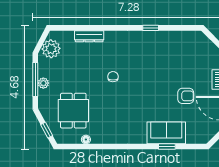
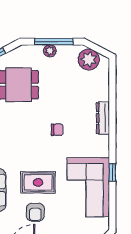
dresser: (89, 36) -> (103, 118), moved
corner sofa: (164, 49) -> (88, 187), added
rug: (159, 93) -> (38, 182), added

